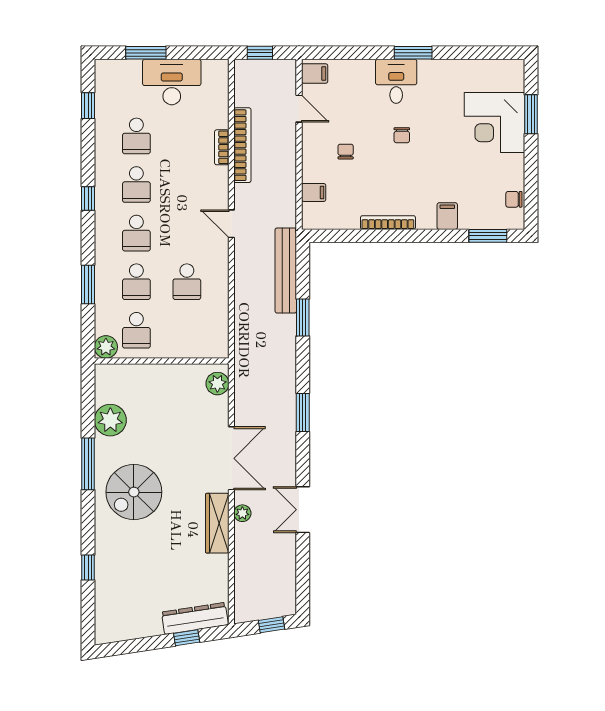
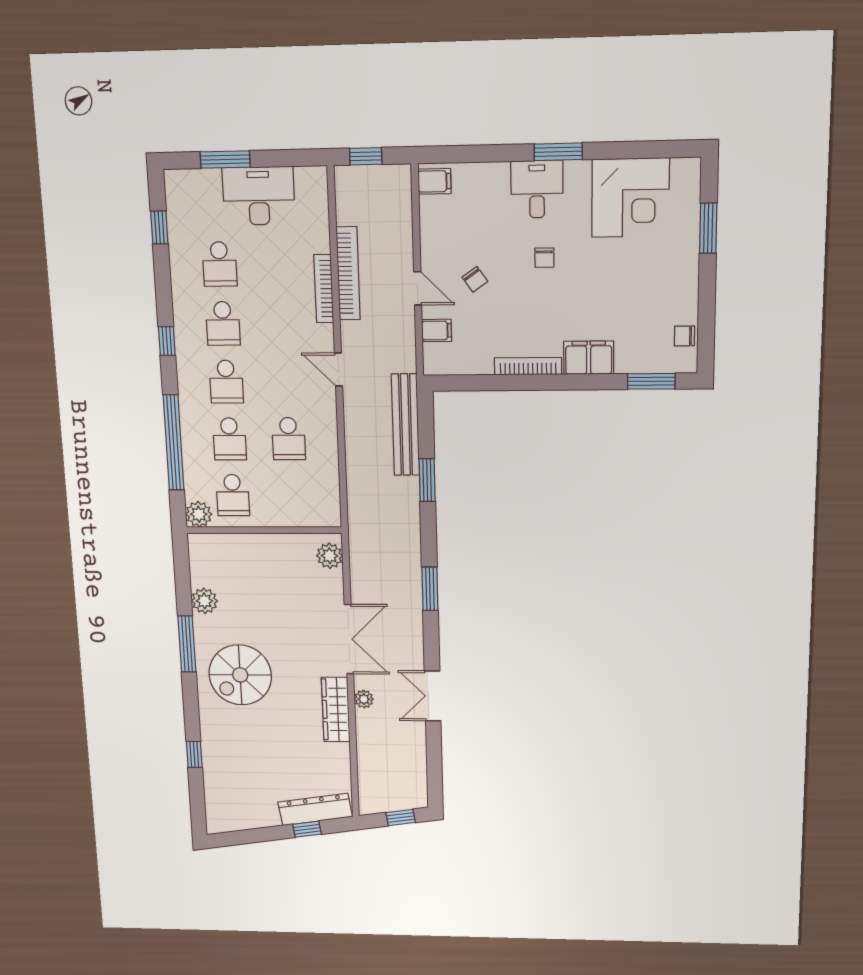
door: (299, 109) -> (418, 288), moved
corner desk: (495, 122) -> (630, 198), moved, turned -90
bookcase: (222, 147) -> (324, 289), width x1.56
chair: (346, 152) -> (475, 279), turned 145
filing cabinet: (447, 216) -> (589, 358), width x2.00
window: (88, 285) -> (174, 443), width x2.11
plant: (110, 420) -> (204, 601), width x0.73, depth x0.73

